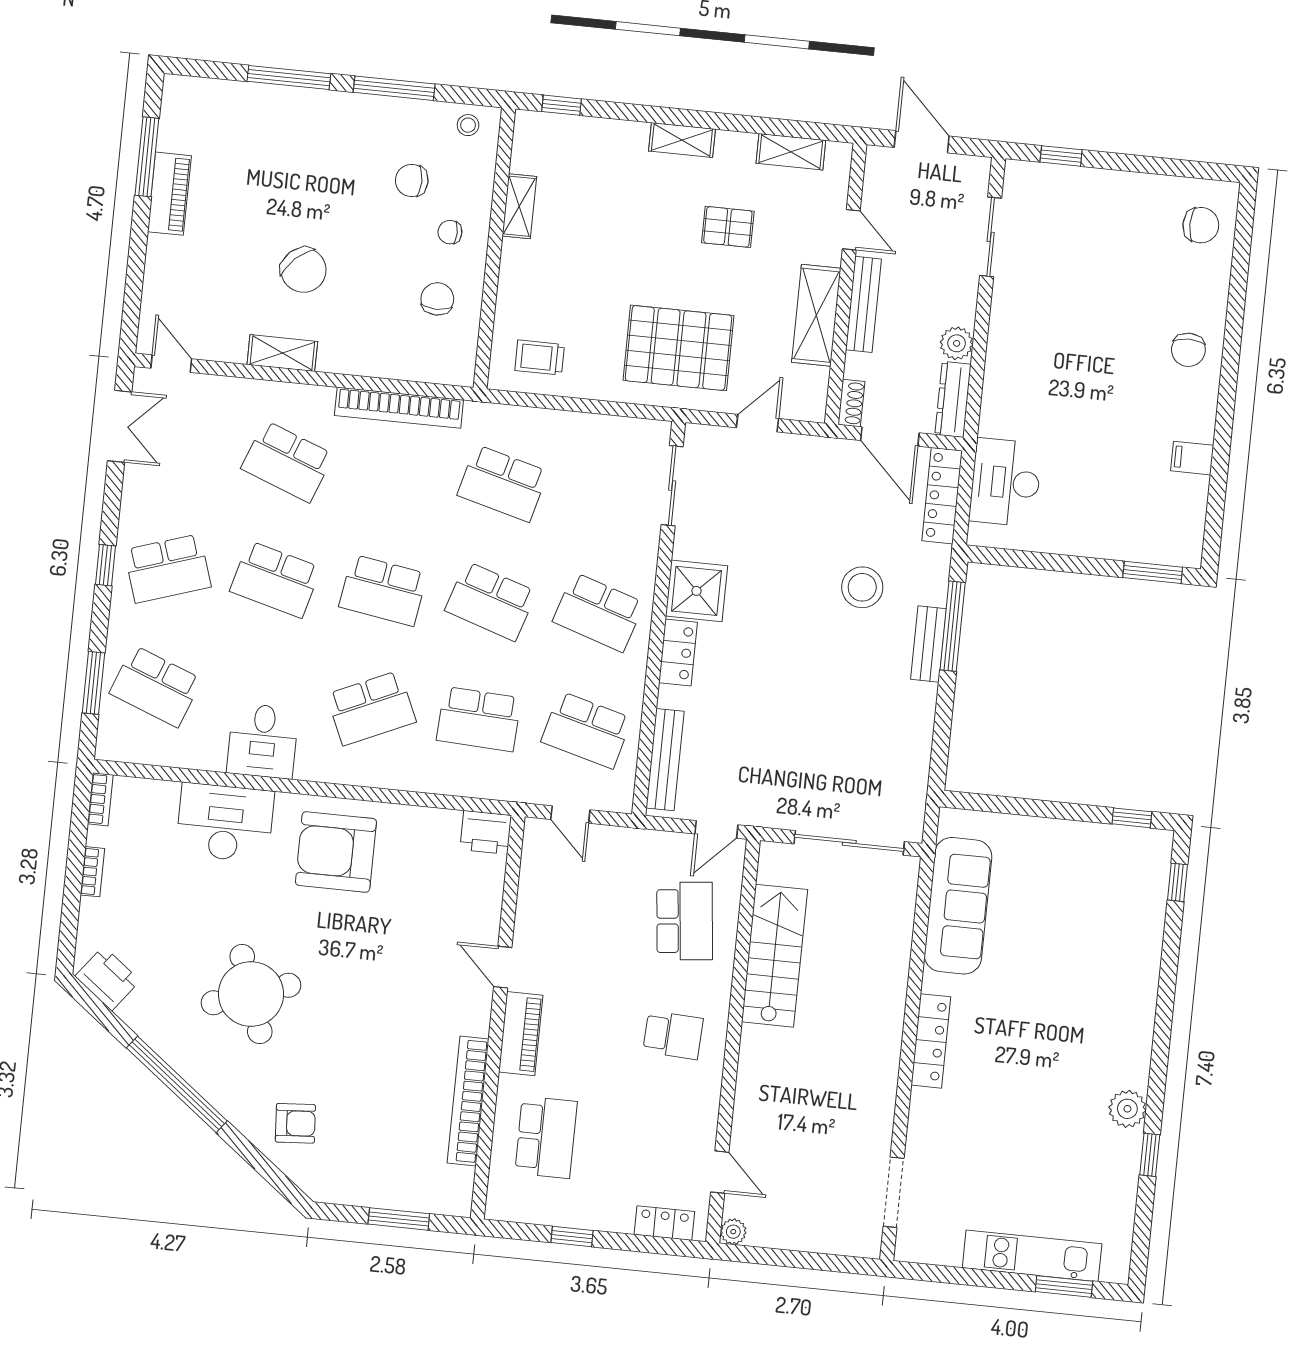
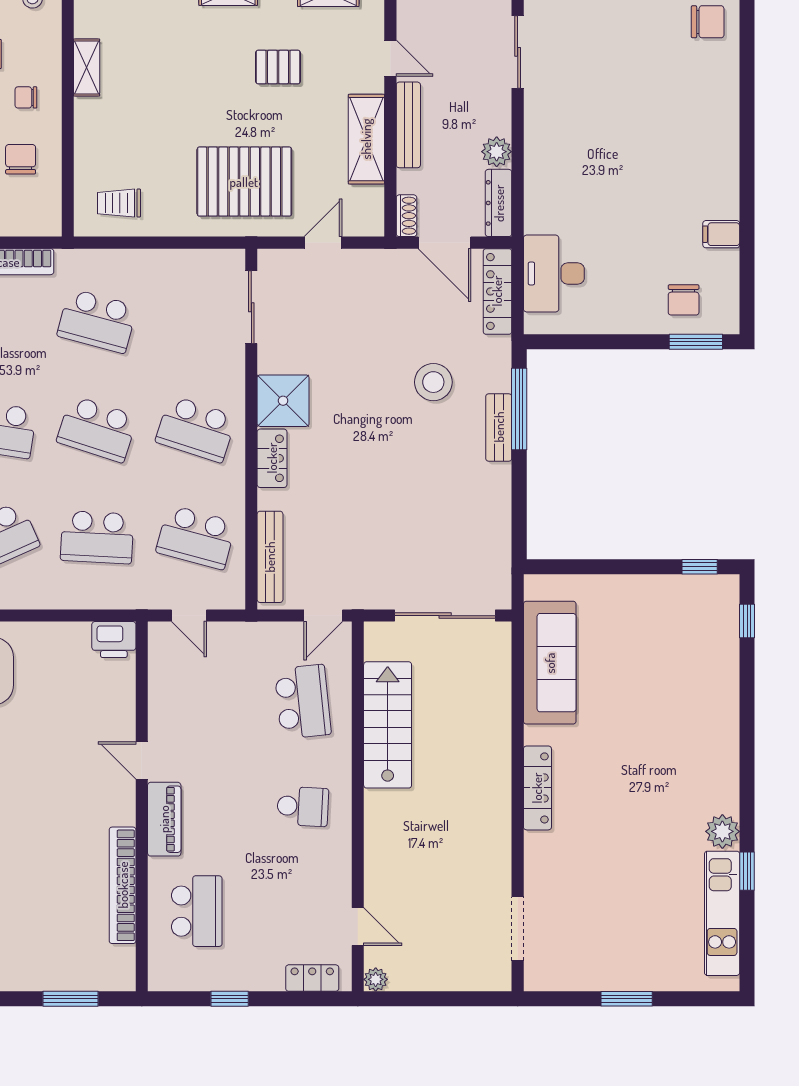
chair: (1188, 350) -> (684, 300), moved
kitchen unit: (1032, 1256) -> (722, 913), moved, turned -90
window: (1064, 1286) -> (627, 999), moved

